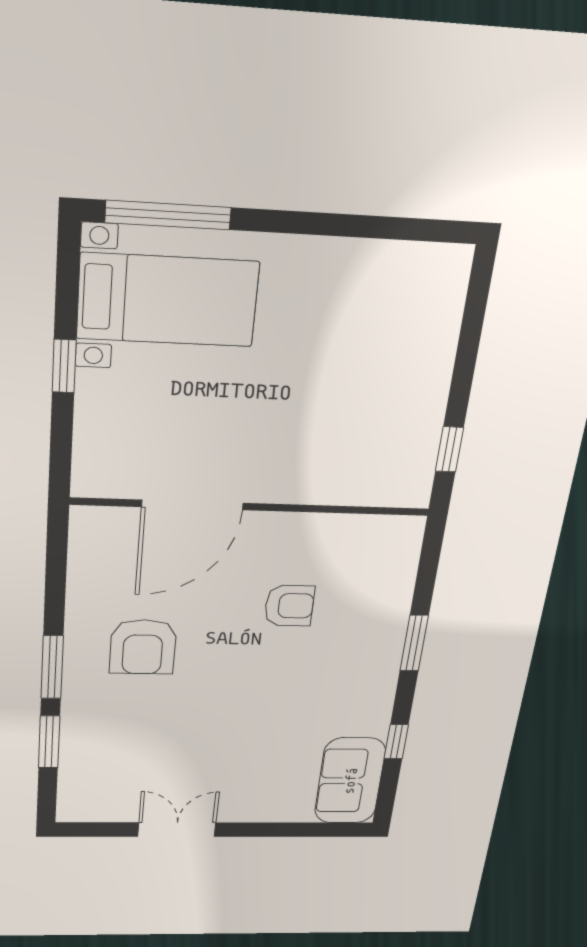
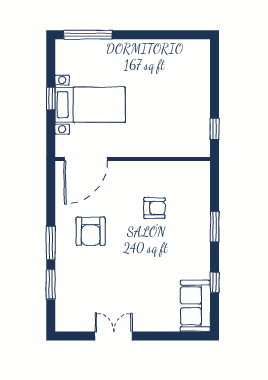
bed with nightstands: (168, 300) -> (90, 105), moved
door: (192, 505) -> (86, 159), moved

